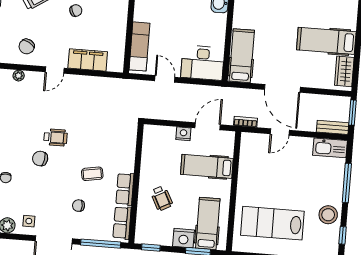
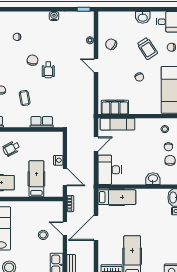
filing cabinet: (88, 60) -> (115, 107), moved, turned -90
stool: (286, 163) -> (43, 235), added
row of seats: (125, 189) -> (42, 122), moved

